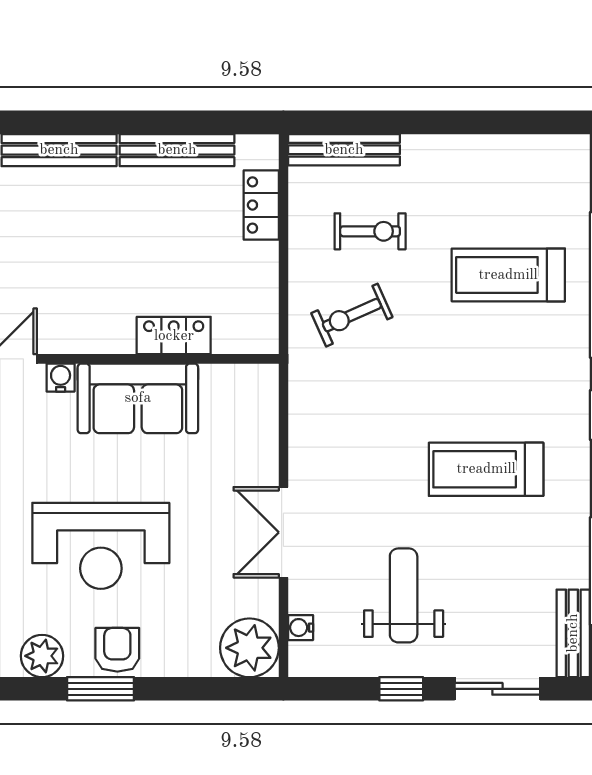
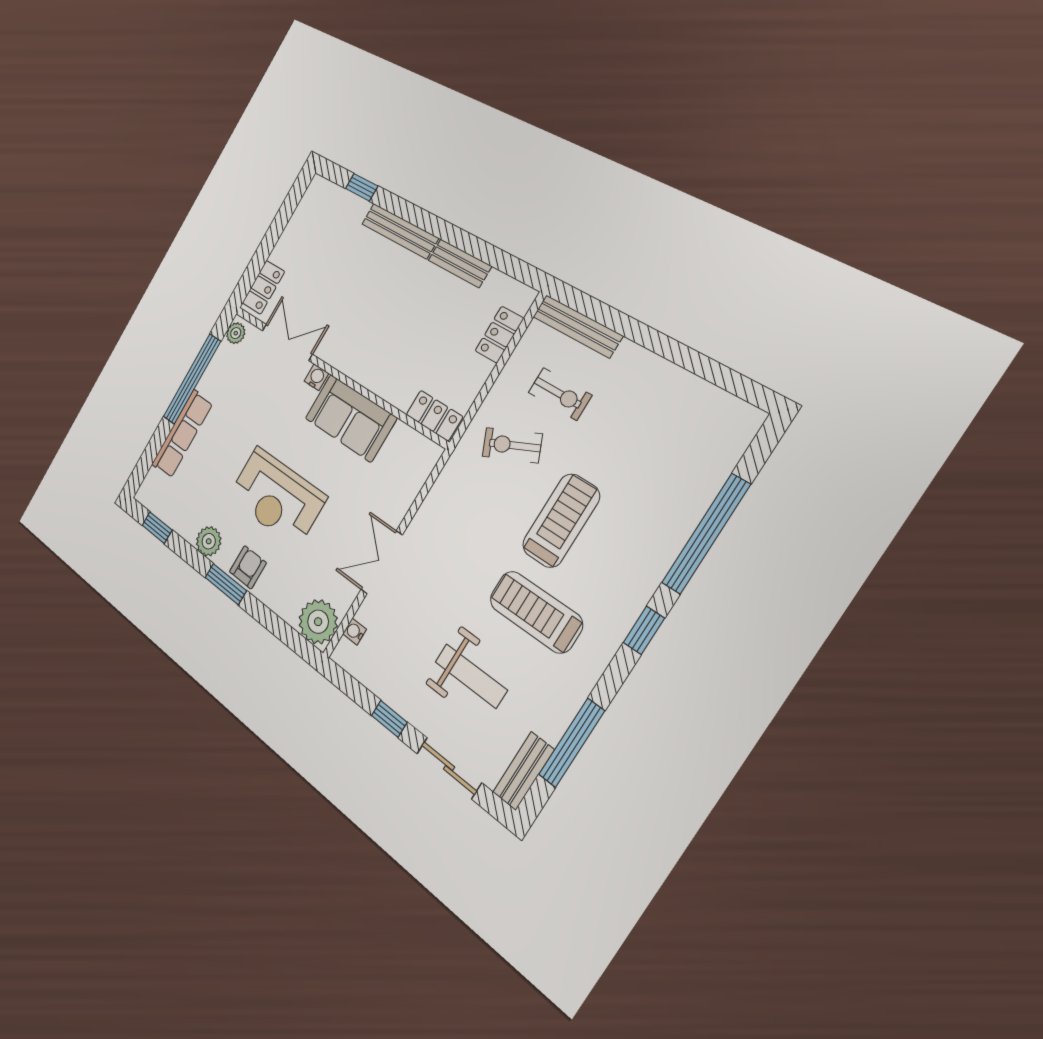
bench: (177, 150) -> (460, 263), width x0.73
treadmill: (508, 275) -> (561, 521), moved, turned 90
locker: (174, 336) -> (434, 416), moved
weight bench: (404, 595) -> (471, 676), moved, turned 90

